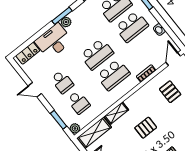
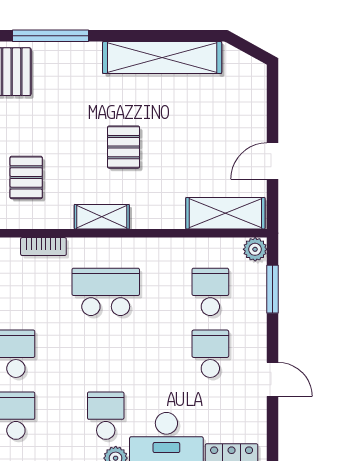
school desk: (97, 54) -> (106, 416), moved, width x0.54
shelving: (116, 113) -> (102, 217), moved
pallet: (146, 128) -> (124, 147), turned 90

